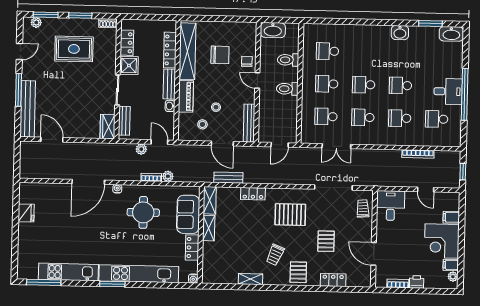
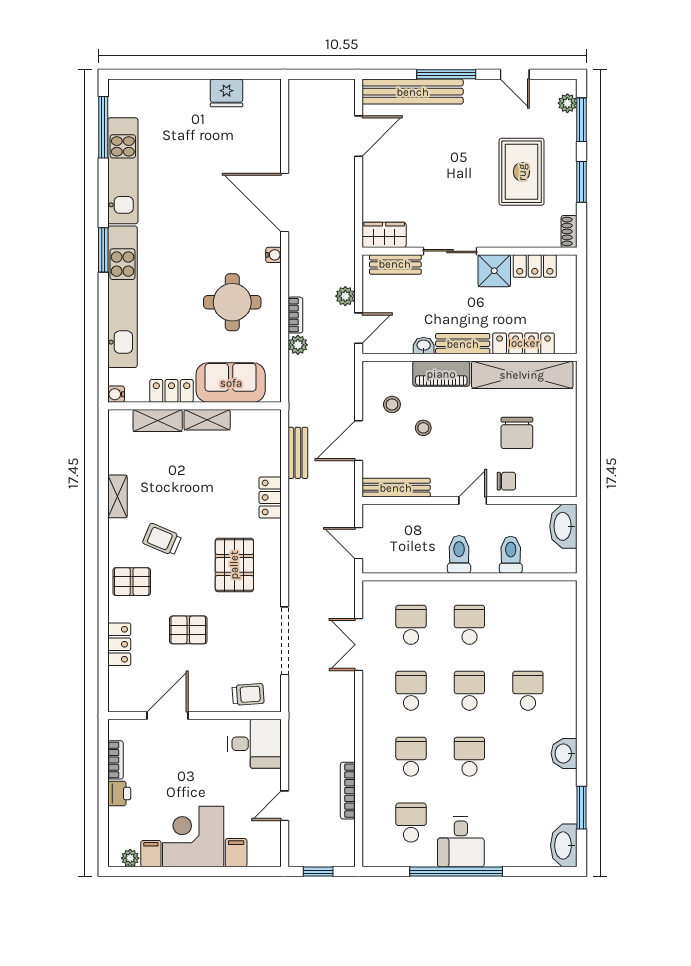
school desk: (327, 51) -> (528, 691), moved
shelving: (210, 200) -> (158, 420), moved

